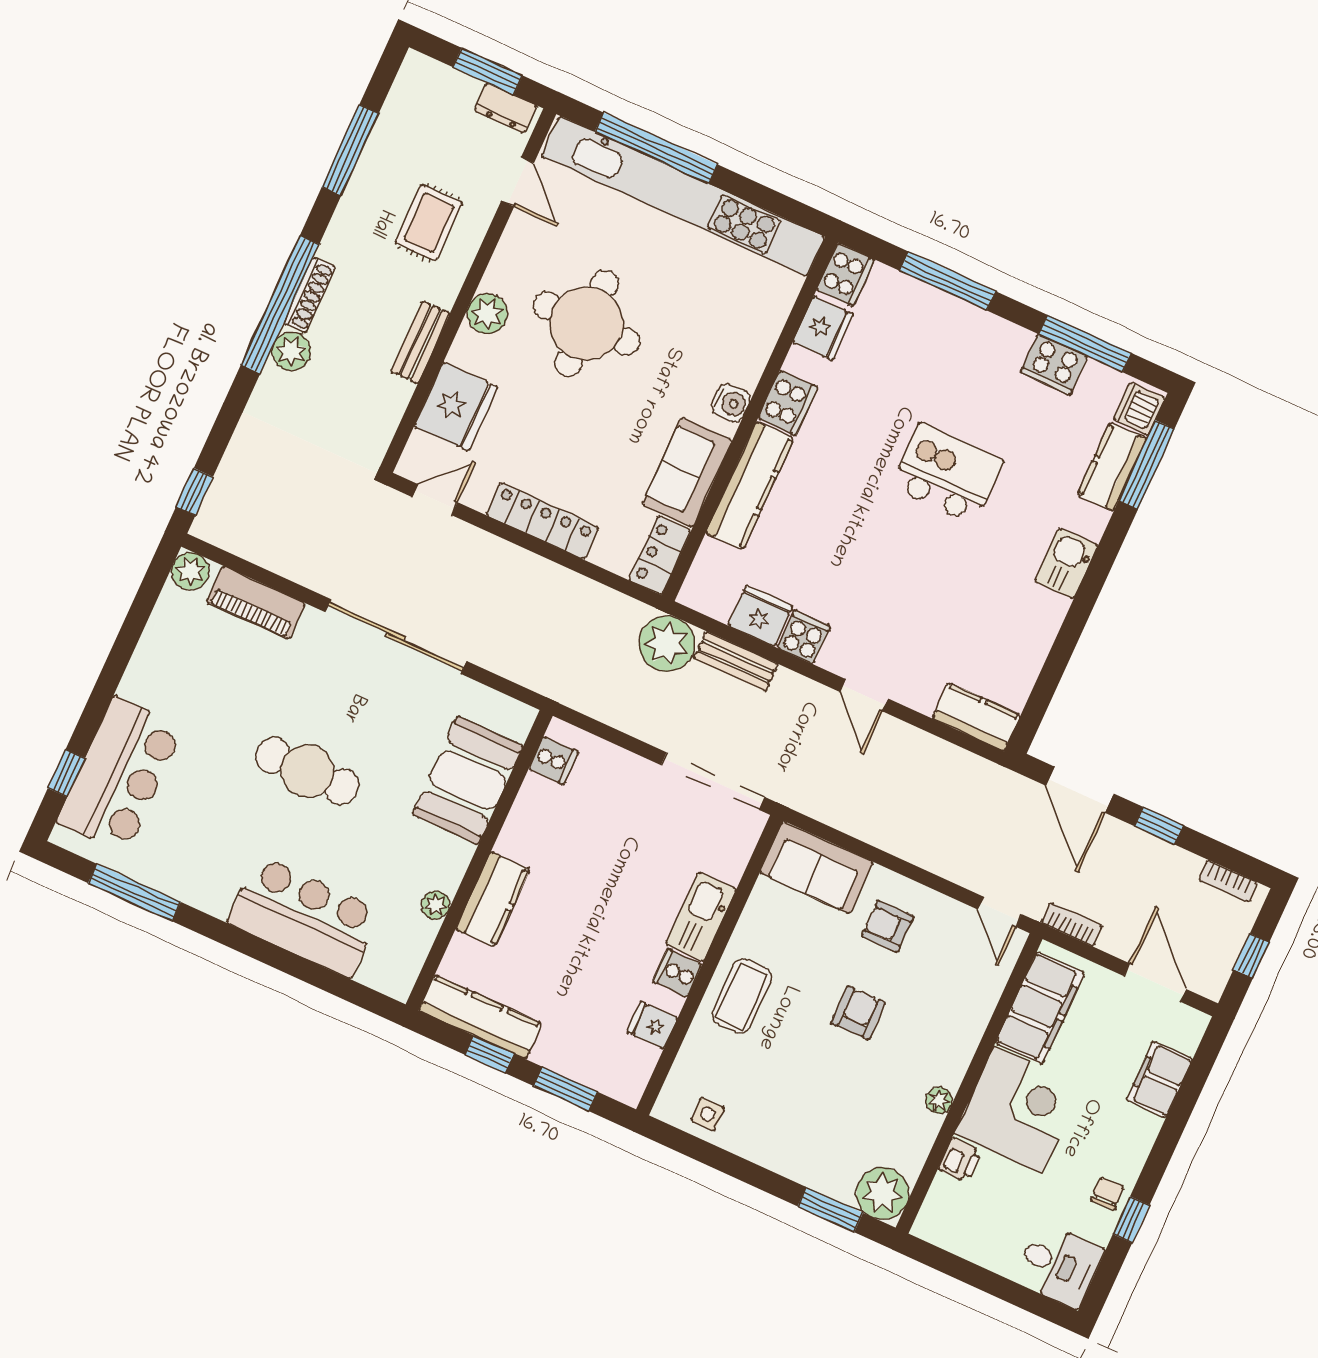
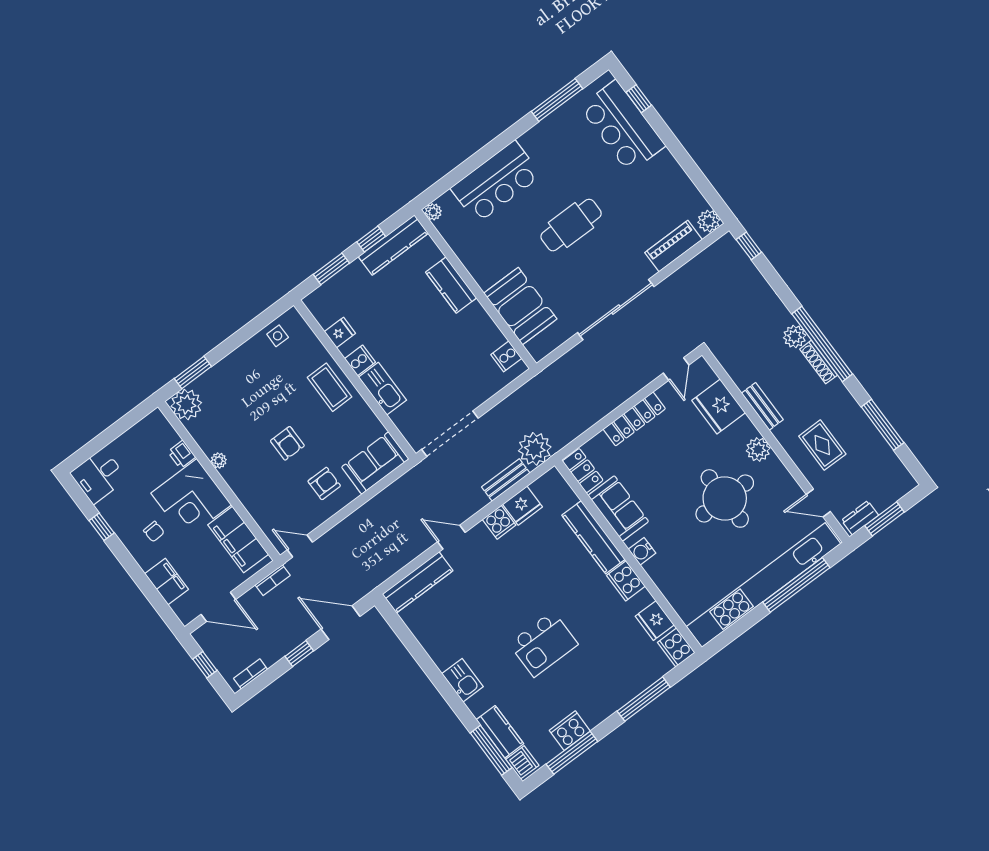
kitchen counter: (976, 717) -> (418, 582), width x1.50
plant: (436, 905) -> (433, 212), moved
chair: (1107, 1193) -> (154, 531), moved

